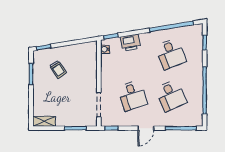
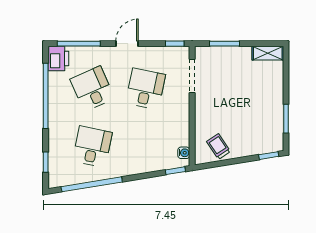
printer: (130, 43) -> (58, 58), moved, turned 99
desk: (171, 54) -> (92, 147), turned 33
trolley: (58, 69) -> (218, 147), moved
desk: (133, 96) -> (145, 89), turned 30

